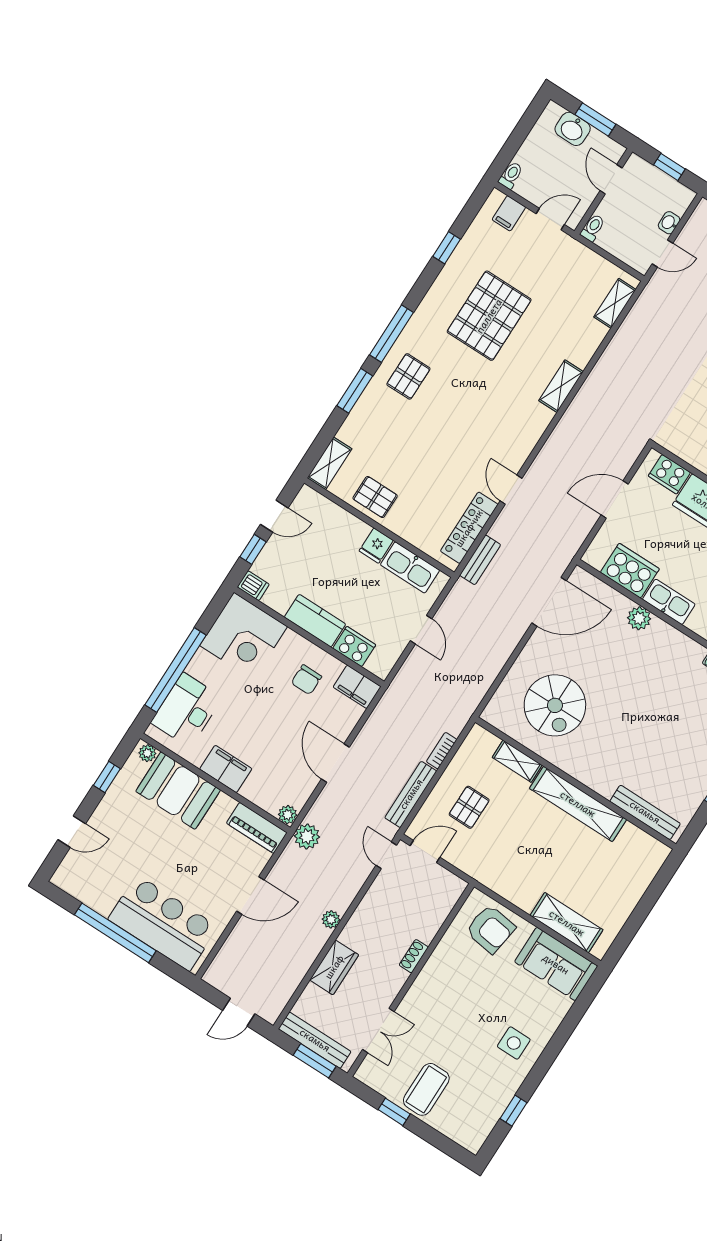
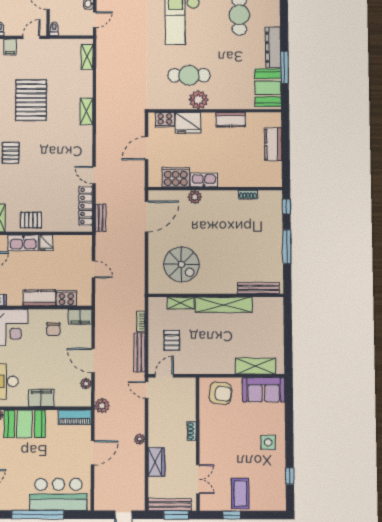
kitchen sink: (410, 567) -> (23, 243), moved
plant: (288, 815) -> (86, 384), moved

